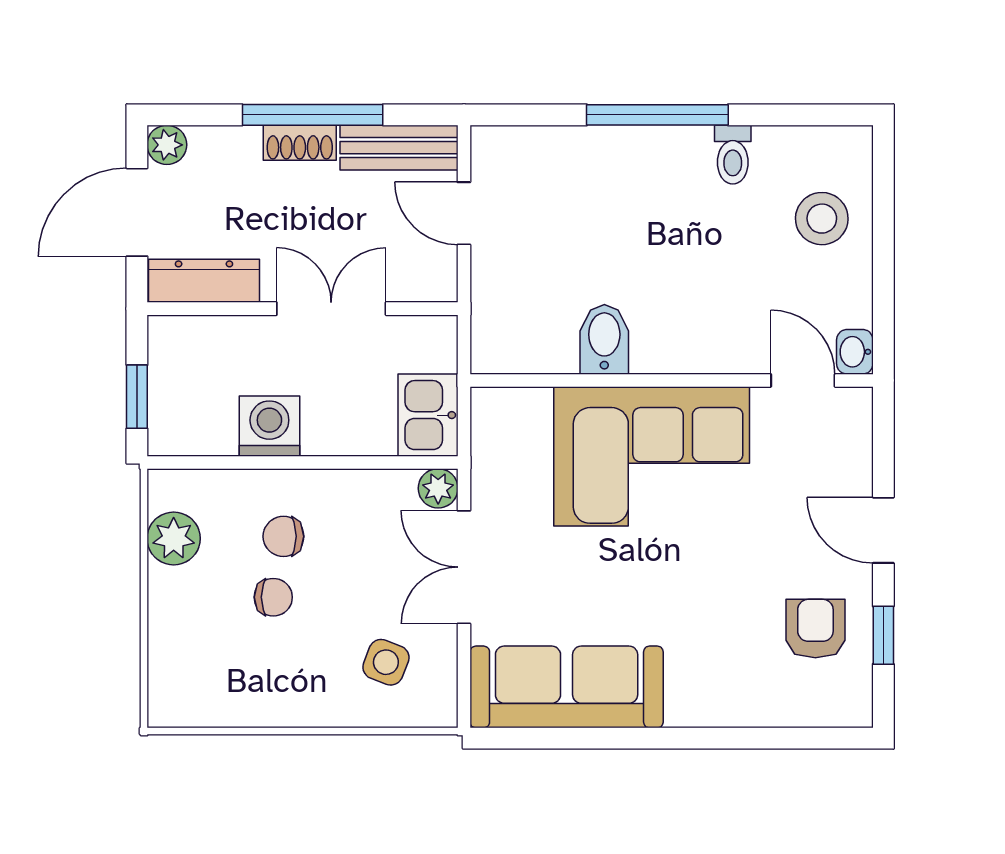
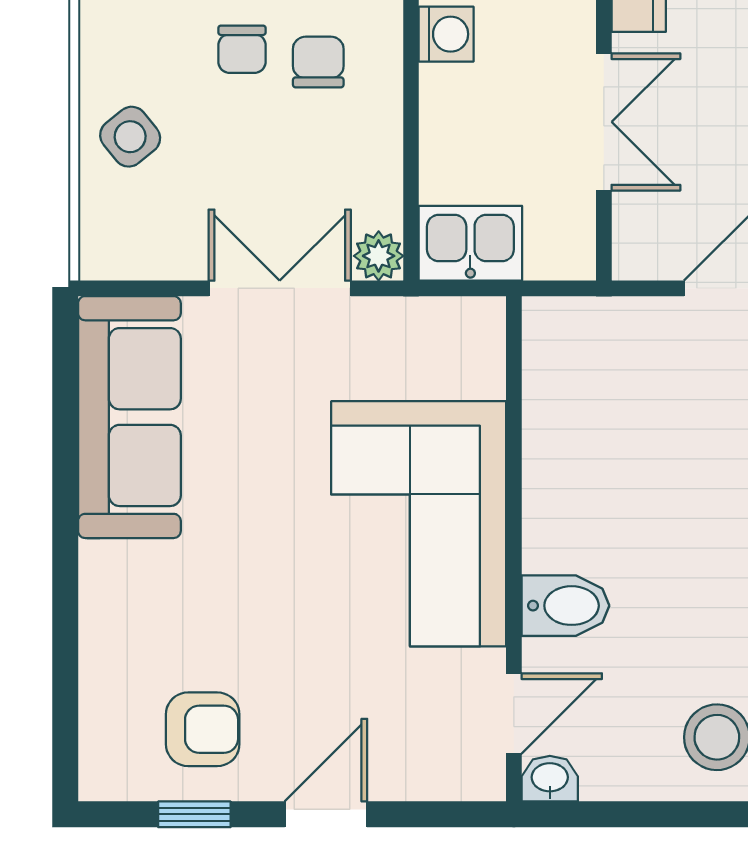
bidet: (604, 339) -> (565, 606), moved
washing machine: (269, 426) -> (446, 34), width x0.73, depth x0.73
side table: (386, 662) -> (130, 137), moved, turned 30

